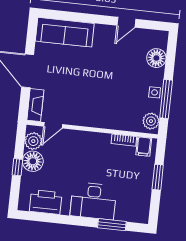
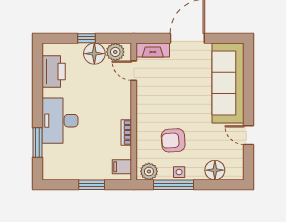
sofa: (65, 32) -> (228, 83), width x1.36, depth x1.27
armchair: (124, 95) -> (173, 140), added
bookcase: (124, 140) -> (126, 132), moved

